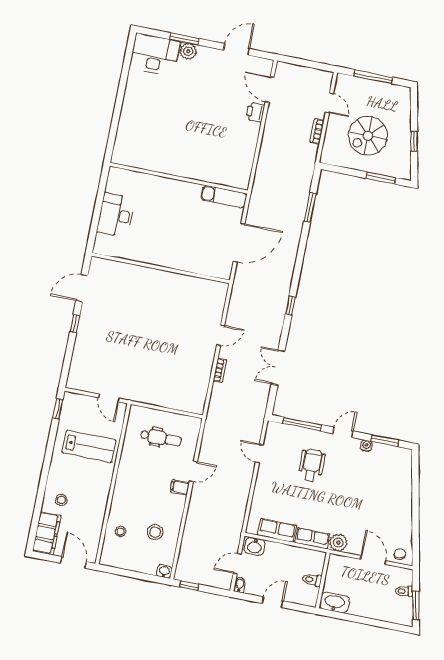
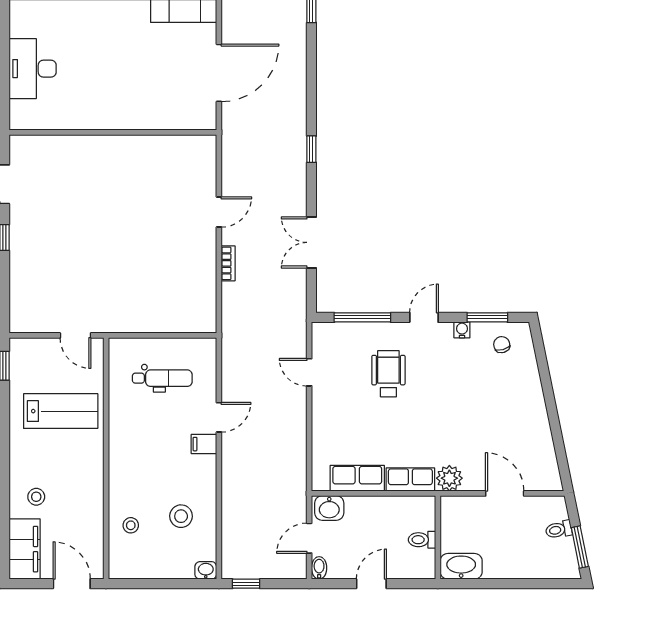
chair: (400, 554) -> (502, 345), moved

